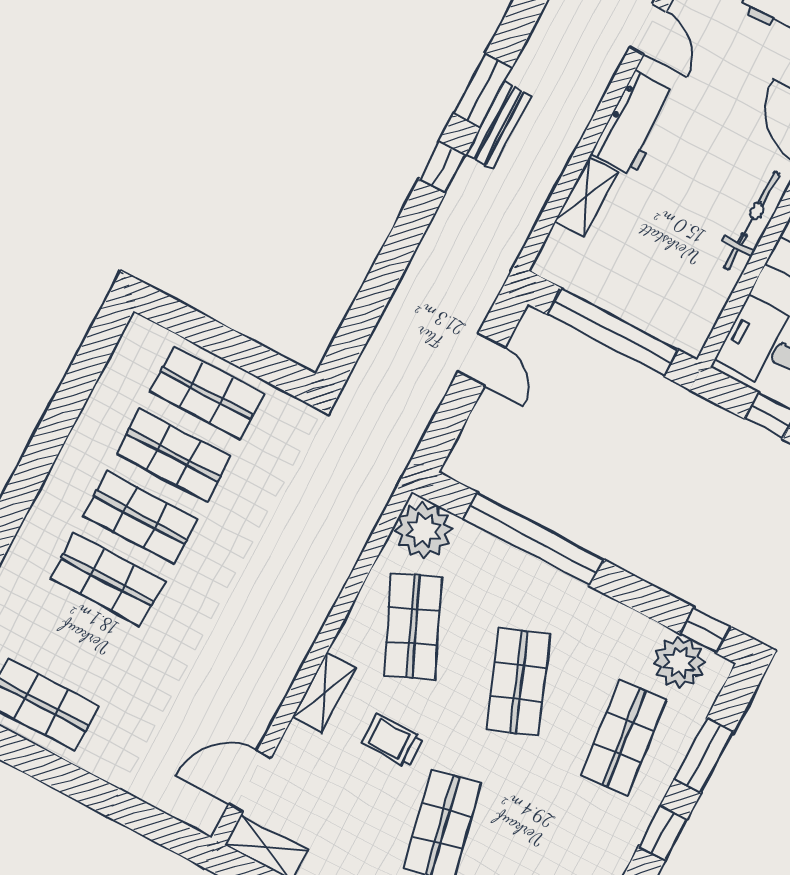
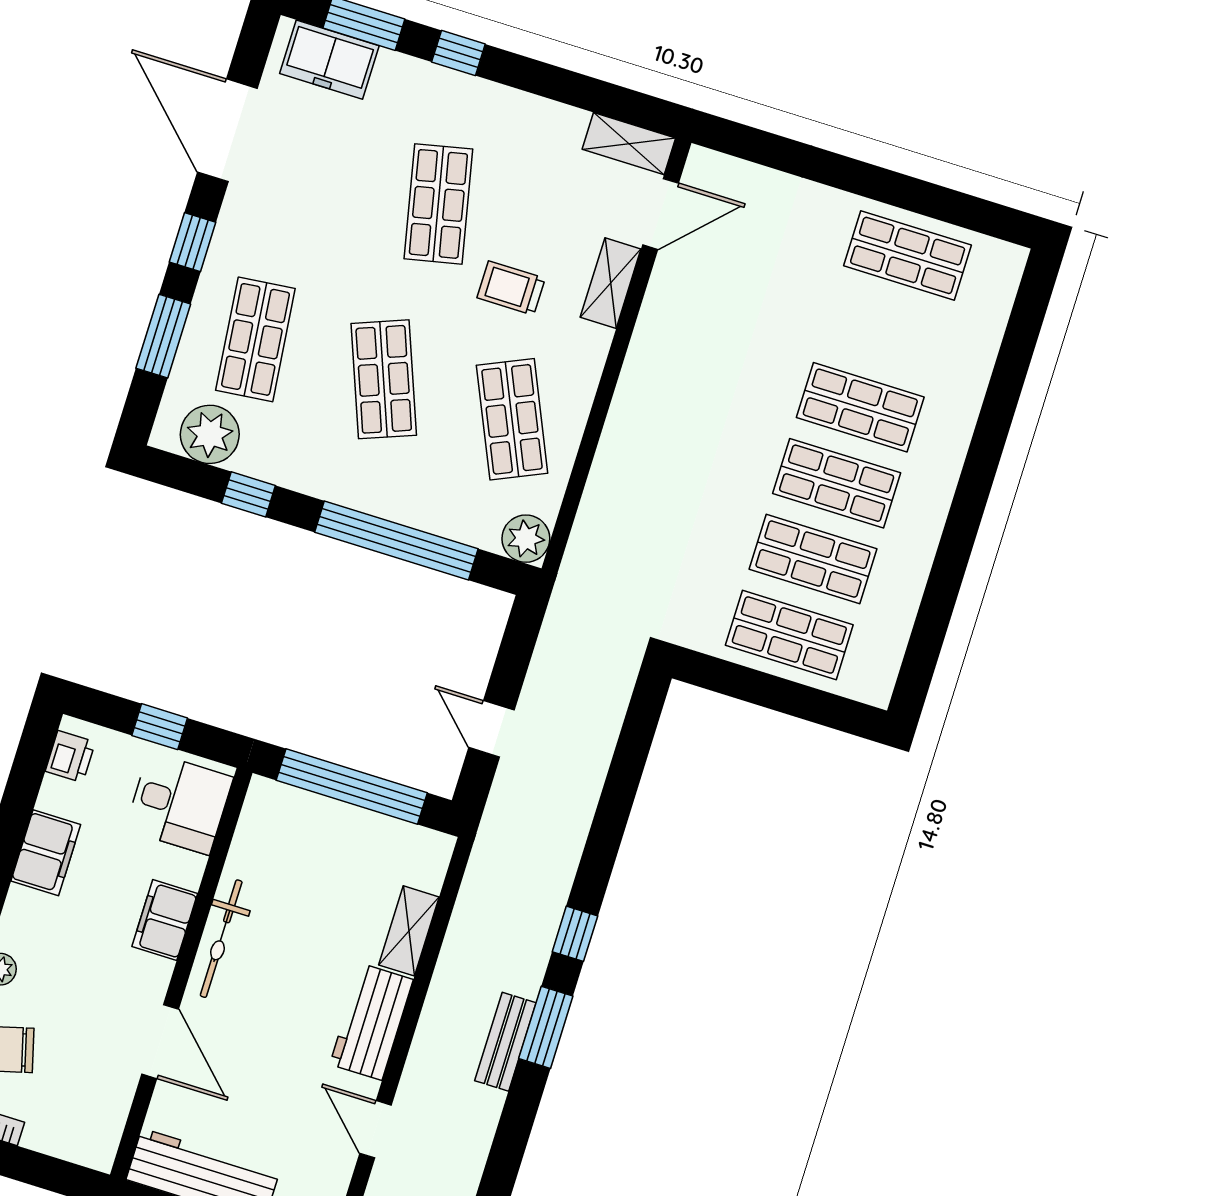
bench: (499, 125) -> (505, 1042), moved
plant: (424, 530) -> (526, 539), width x0.73, depth x0.73
window: (705, 630) -> (248, 494), moved
shelving: (324, 693) -> (611, 283), moved
trolley: (392, 741) -> (511, 288), turned 180

